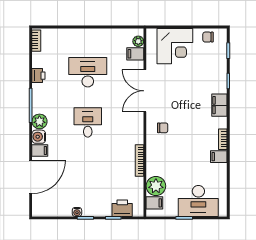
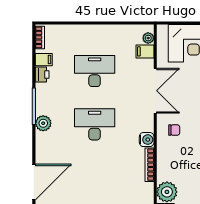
double door: (145, 91) -> (155, 91), swing flipped
desk: (88, 122) -> (95, 124), width x1.37
water cooler: (39, 137) -> (147, 140), moved, turned 180
filing cabinet: (40, 150) -> (44, 60), moved

